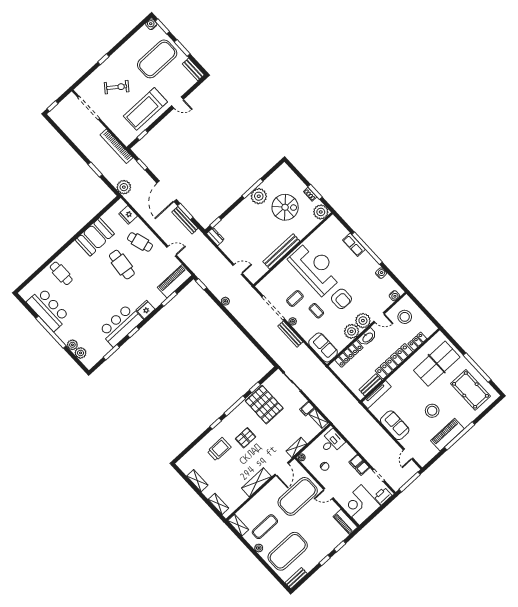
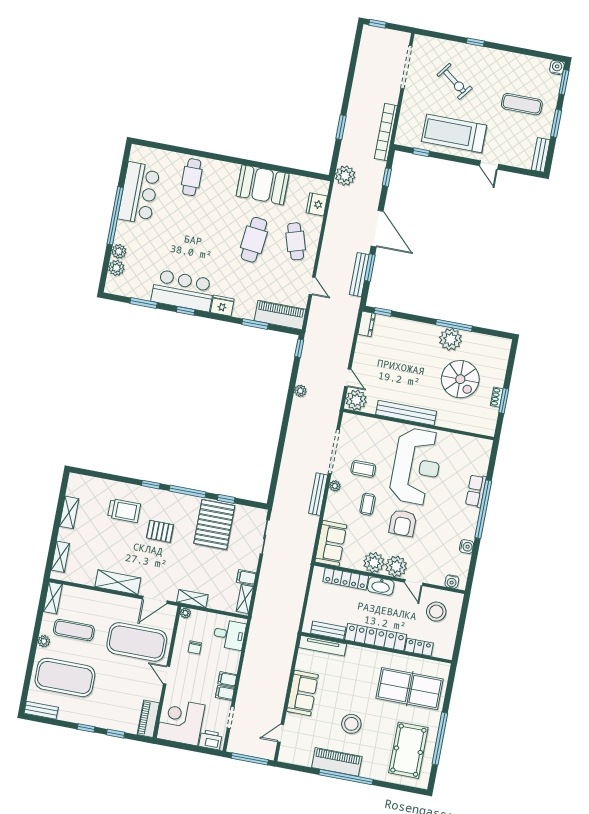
exercise mat: (157, 59) -> (522, 104), width x0.50, depth x0.69
door: (167, 191) -> (377, 229), swing flipped
plant: (321, 212) -> (356, 400), moved

